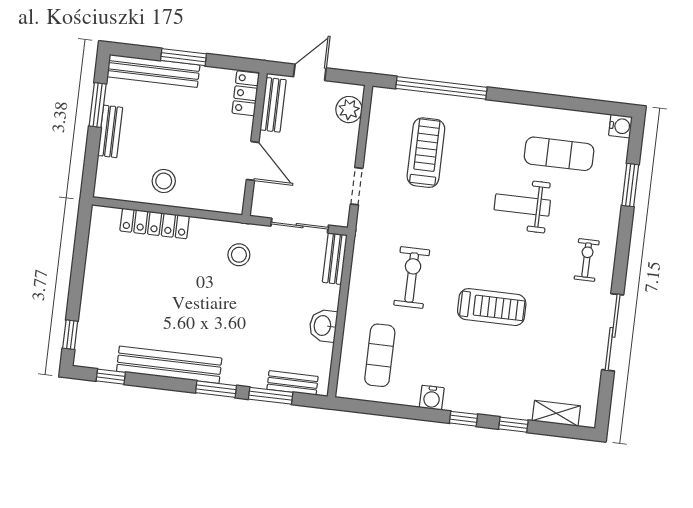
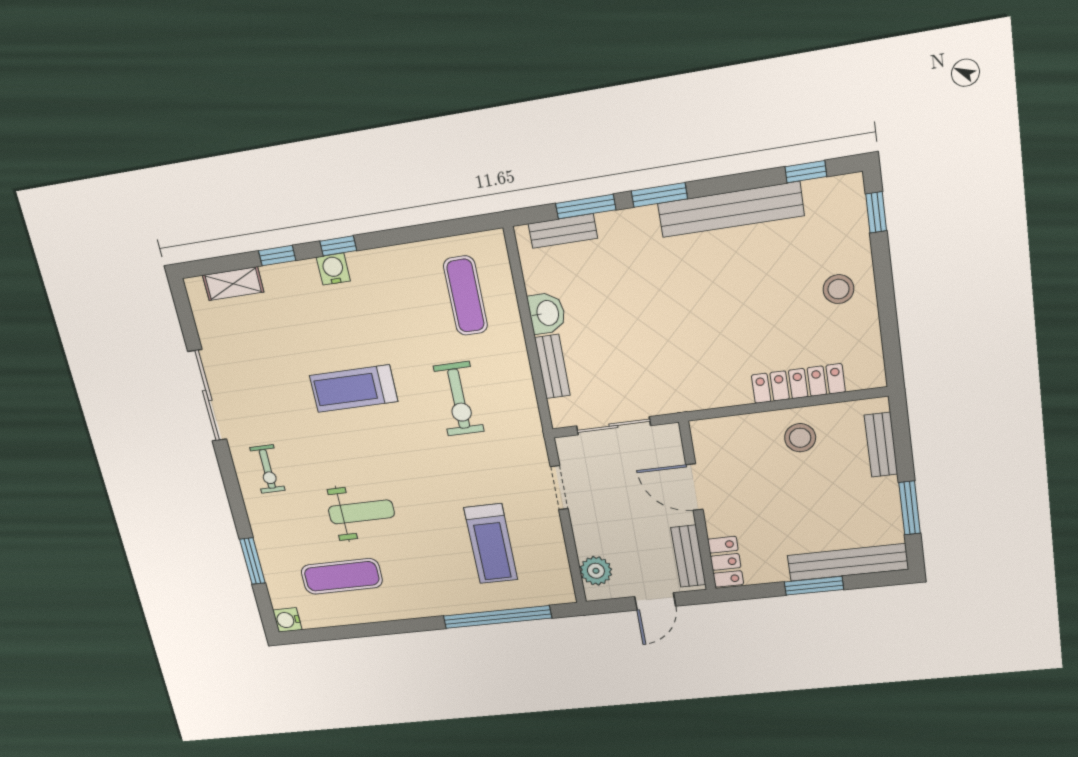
bench: (110, 131) -> (881, 445), moved
stool: (239, 255) -> (838, 289), moved
bench: (335, 259) -> (552, 367), moved
water cooler: (432, 398) -> (333, 269), moved

